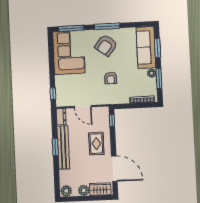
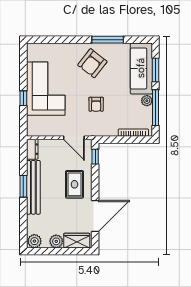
window: (107, 26) -> (108, 40), moved
window: (71, 28) -> (50, 40), removed
corner sofa: (69, 52) -> (46, 89), moved
window: (159, 78) -> (155, 108), width x1.44
window: (53, 94) -> (23, 98), moved
door: (83, 107) -> (74, 138), moved
door: (114, 169) -> (95, 216), hinge flipped

